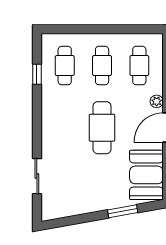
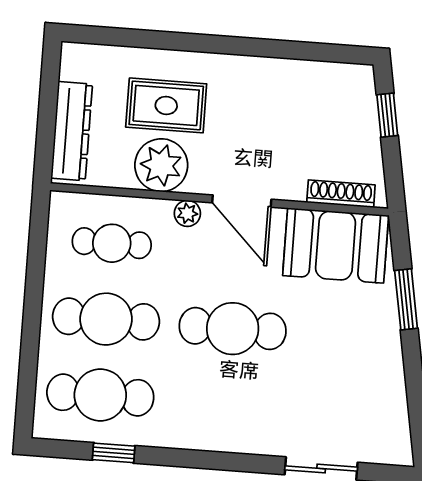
cafe table: (65, 66) -> (100, 395), width x1.37, depth x1.35
cafe table: (102, 66) -> (106, 319), width x1.37, depth x1.35

